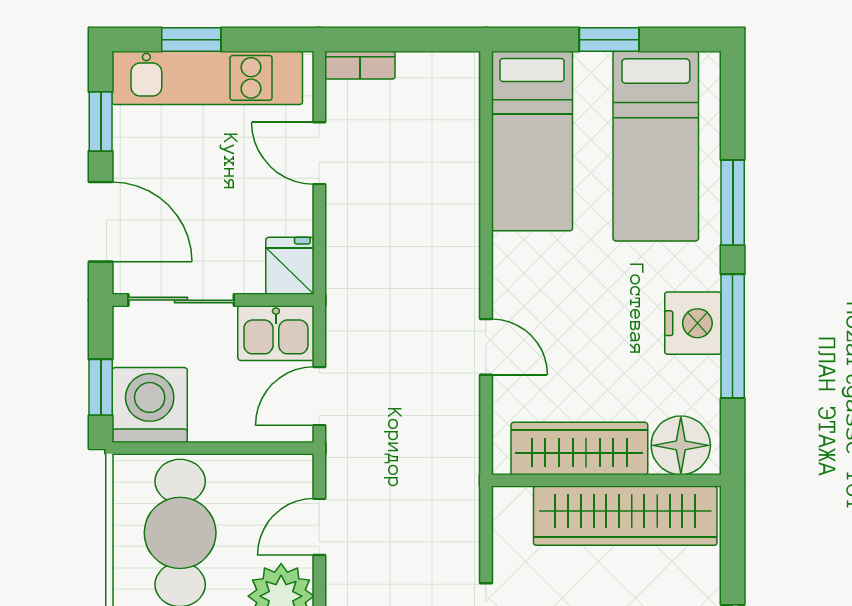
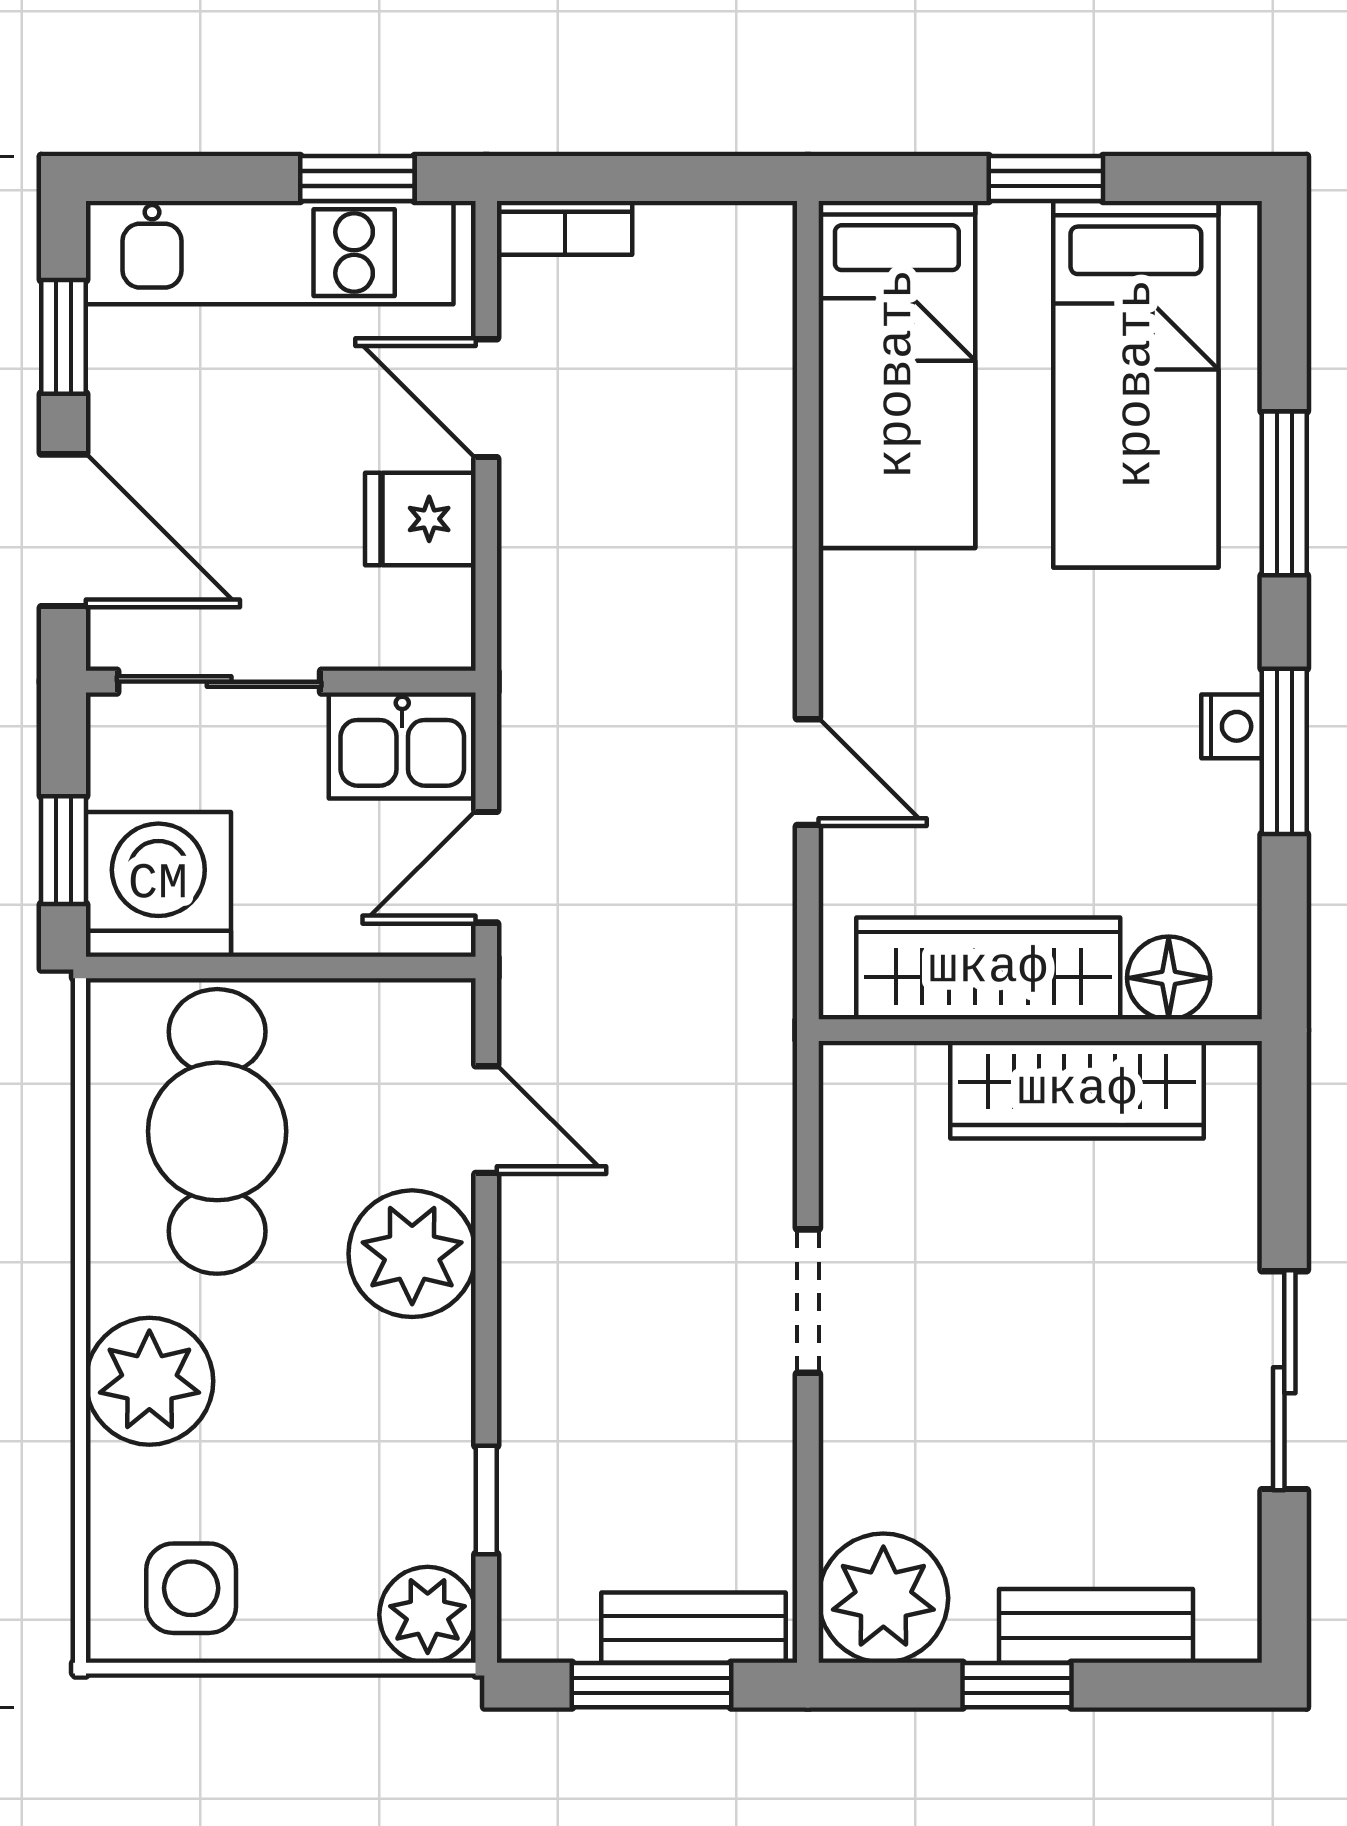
window: (191, 40) -> (357, 178), moved
fridge: (290, 266) -> (420, 519), moved, turned -90
nightstand: (693, 323) -> (1232, 726), width x0.53, depth x0.56
window: (733, 336) -> (1284, 751), width x0.69
floor lamp: (681, 445) -> (1169, 978), width x0.73, depth x0.73
wardrobe: (625, 516) -> (1077, 1090), width x0.71, depth x0.85
door: (319, 527) -> (486, 1120), swing flipped

